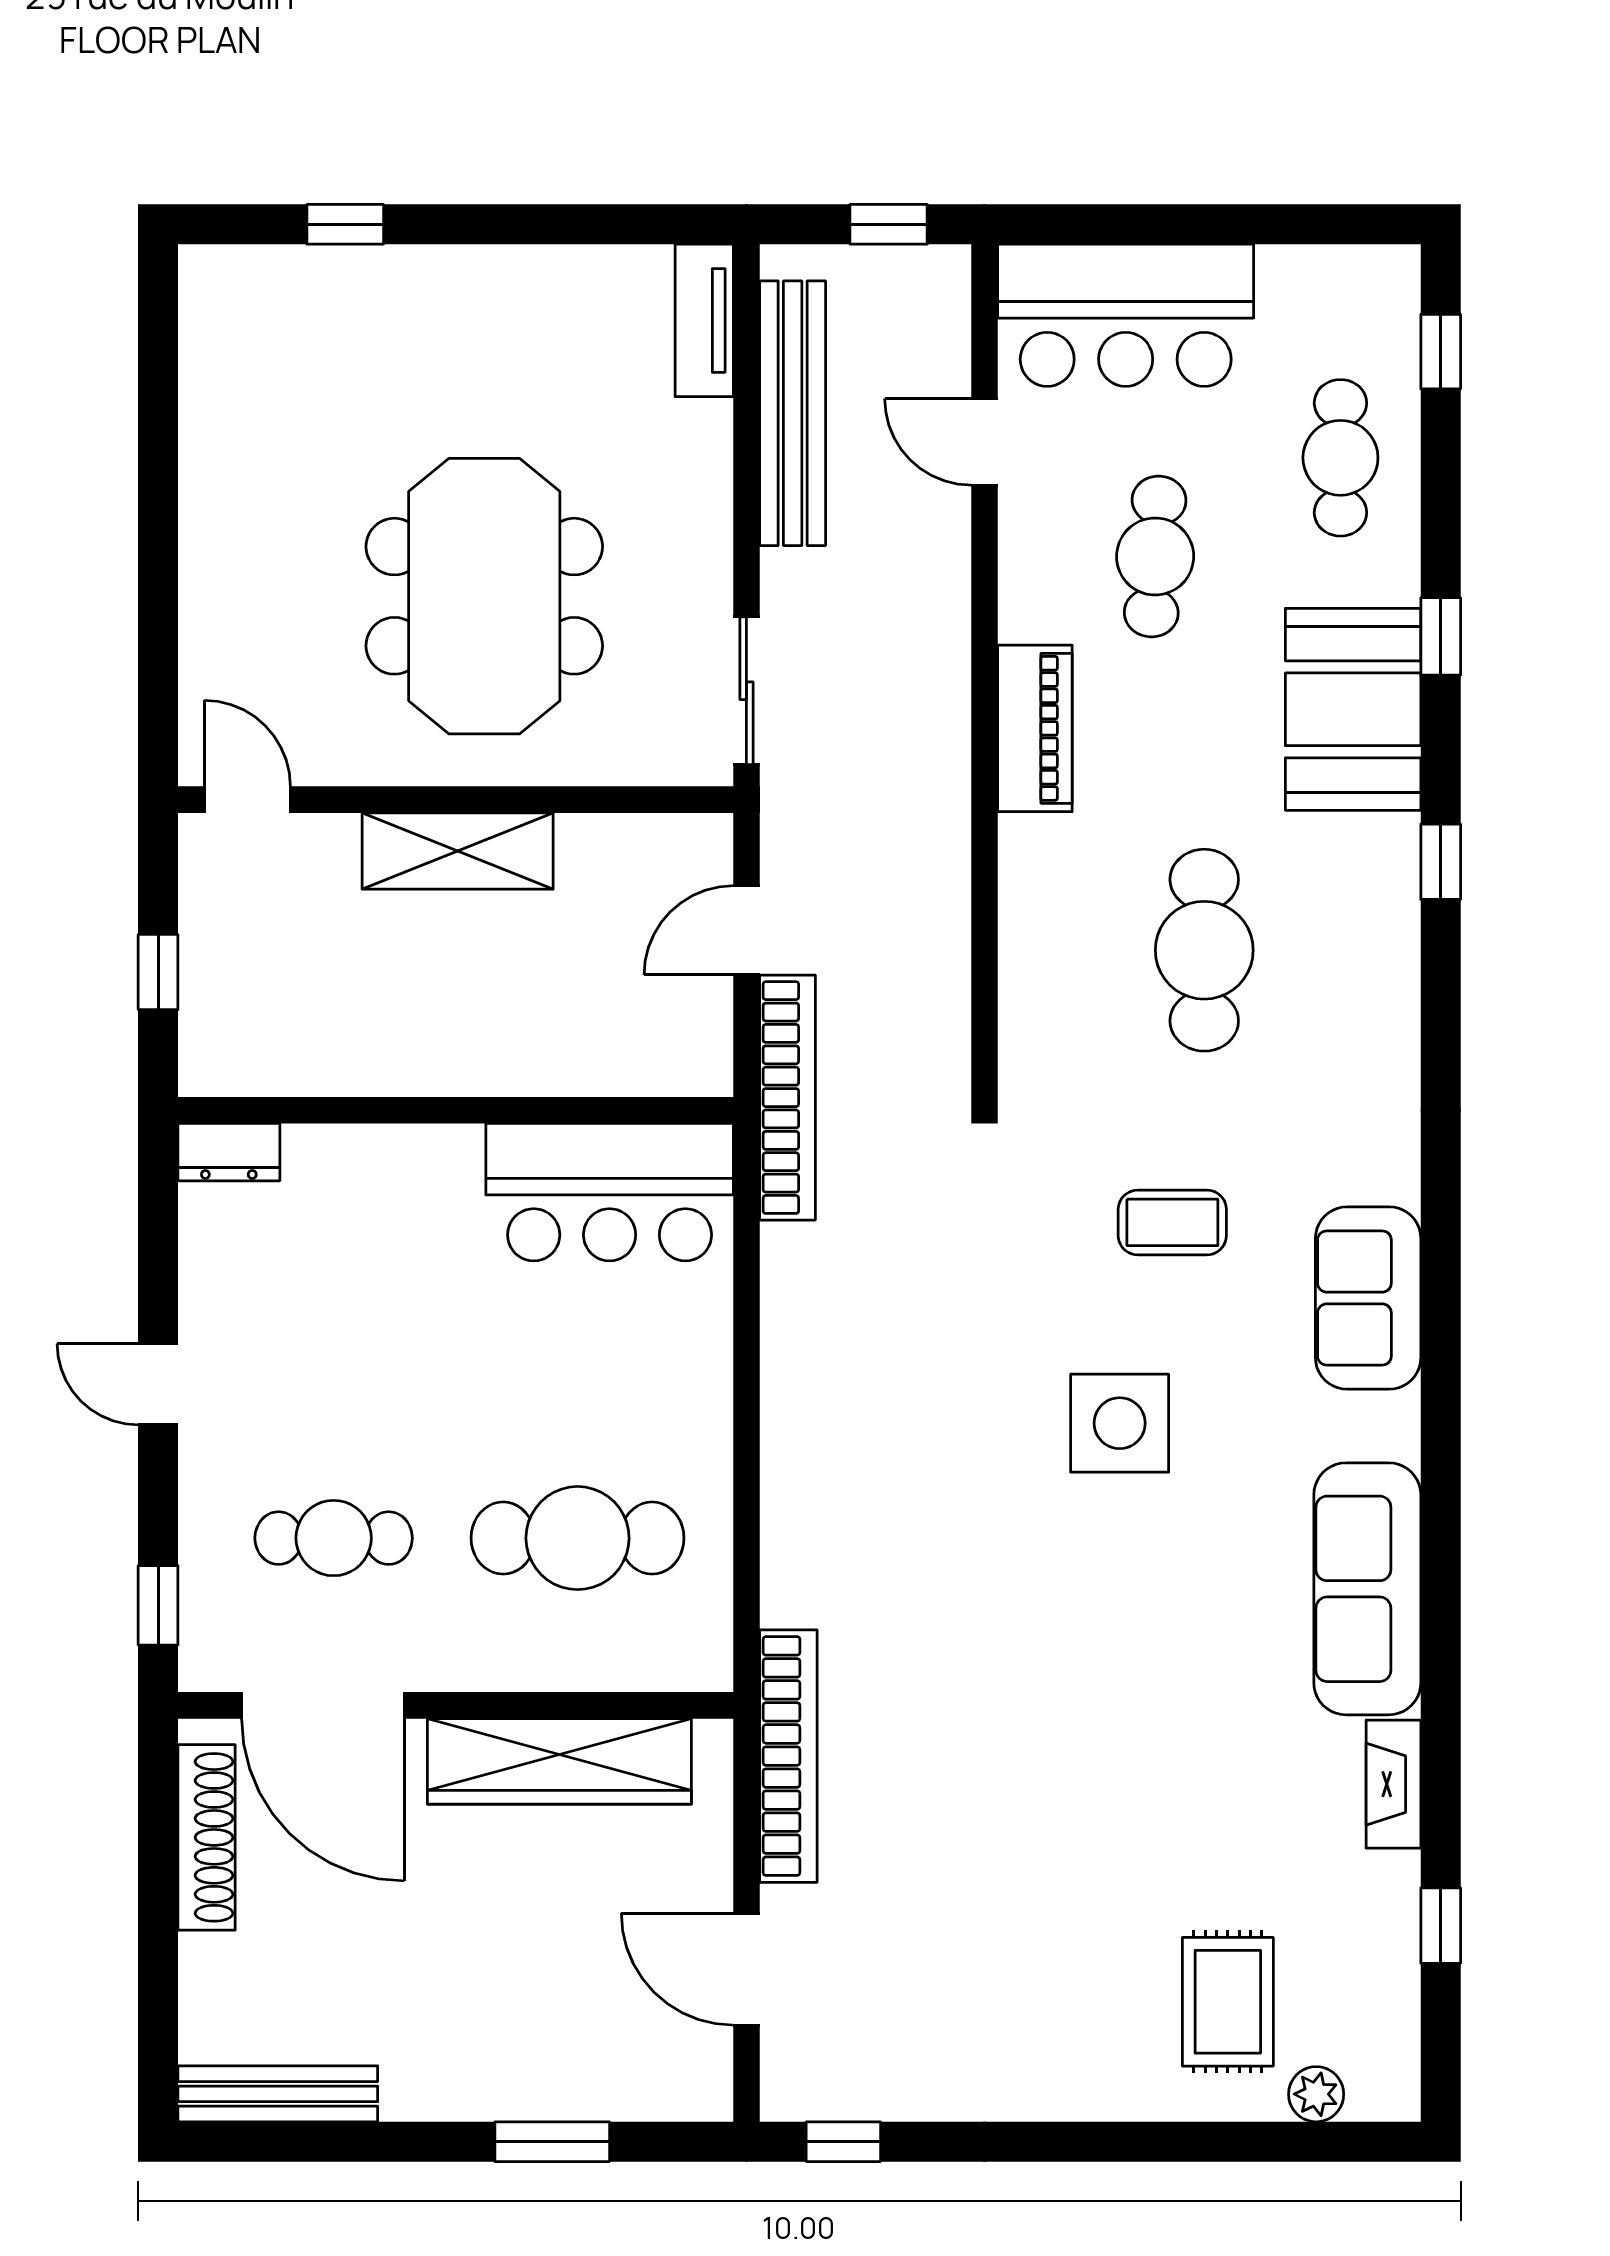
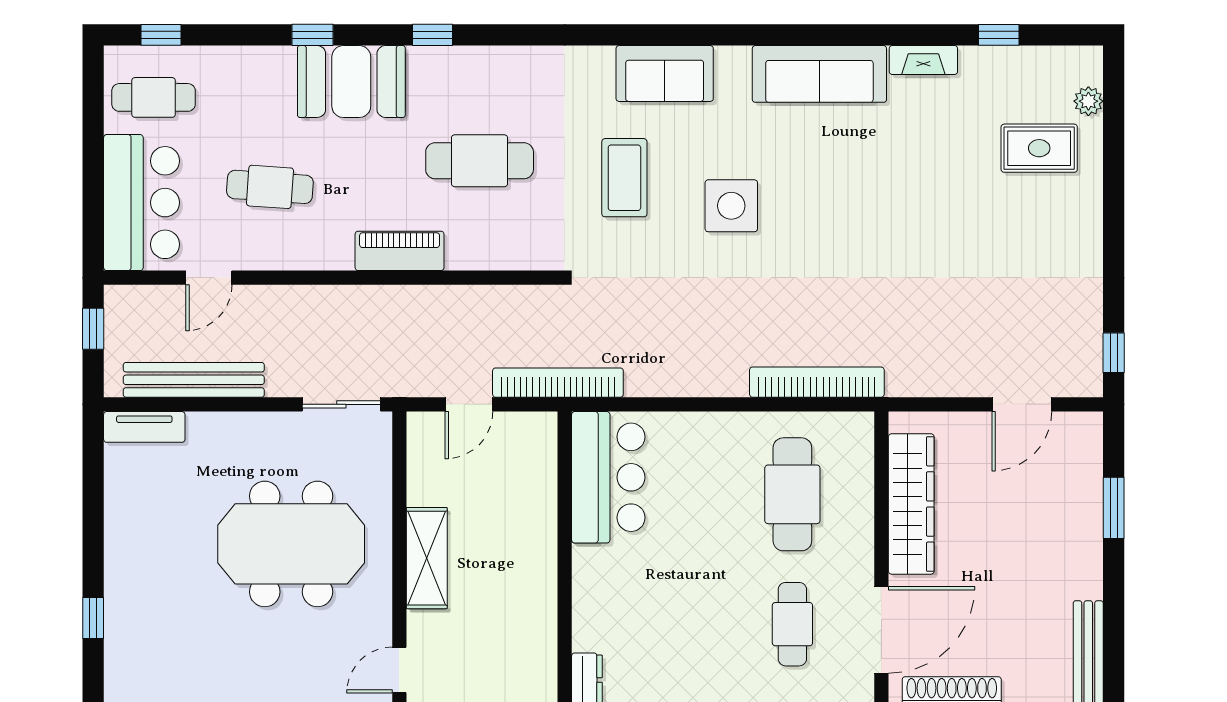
cafe table: (1340, 458) -> (154, 97), moved
piano: (1035, 728) -> (400, 251), moved
door: (746, 930) -> (469, 404), hinge flipped
coffee table: (1172, 1222) -> (624, 178), width x1.36, depth x1.30
bookcase: (788, 1756) -> (817, 382), moved

